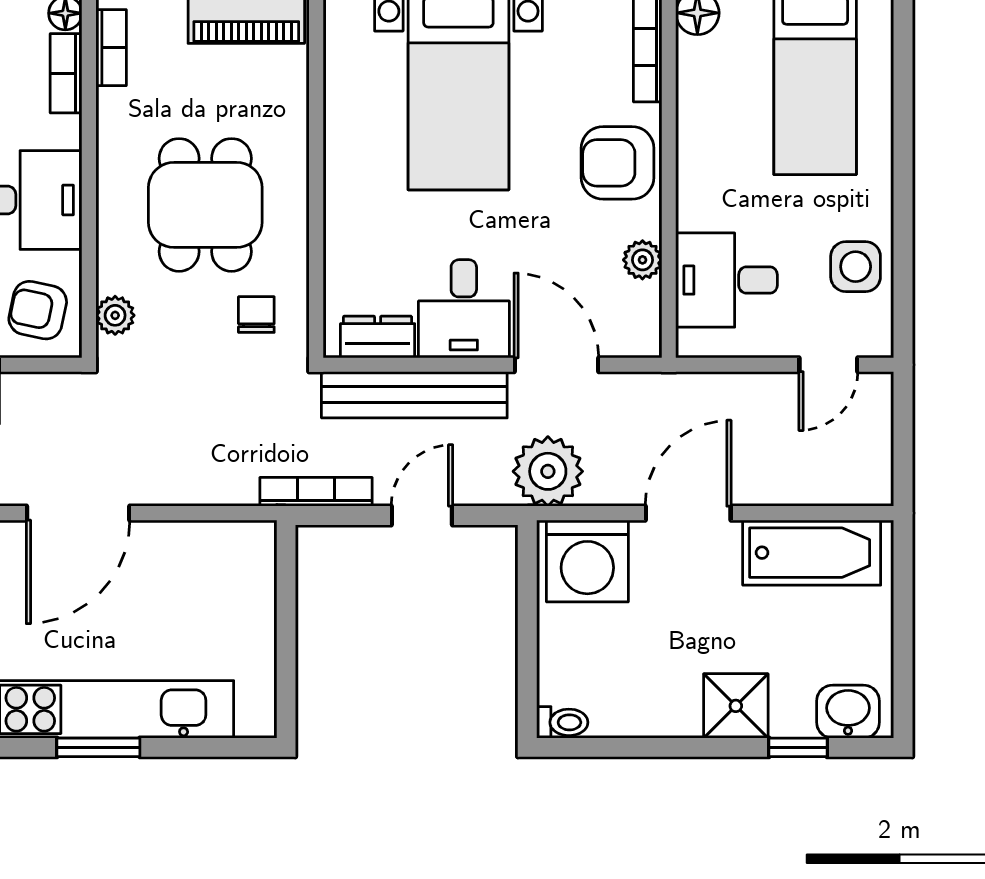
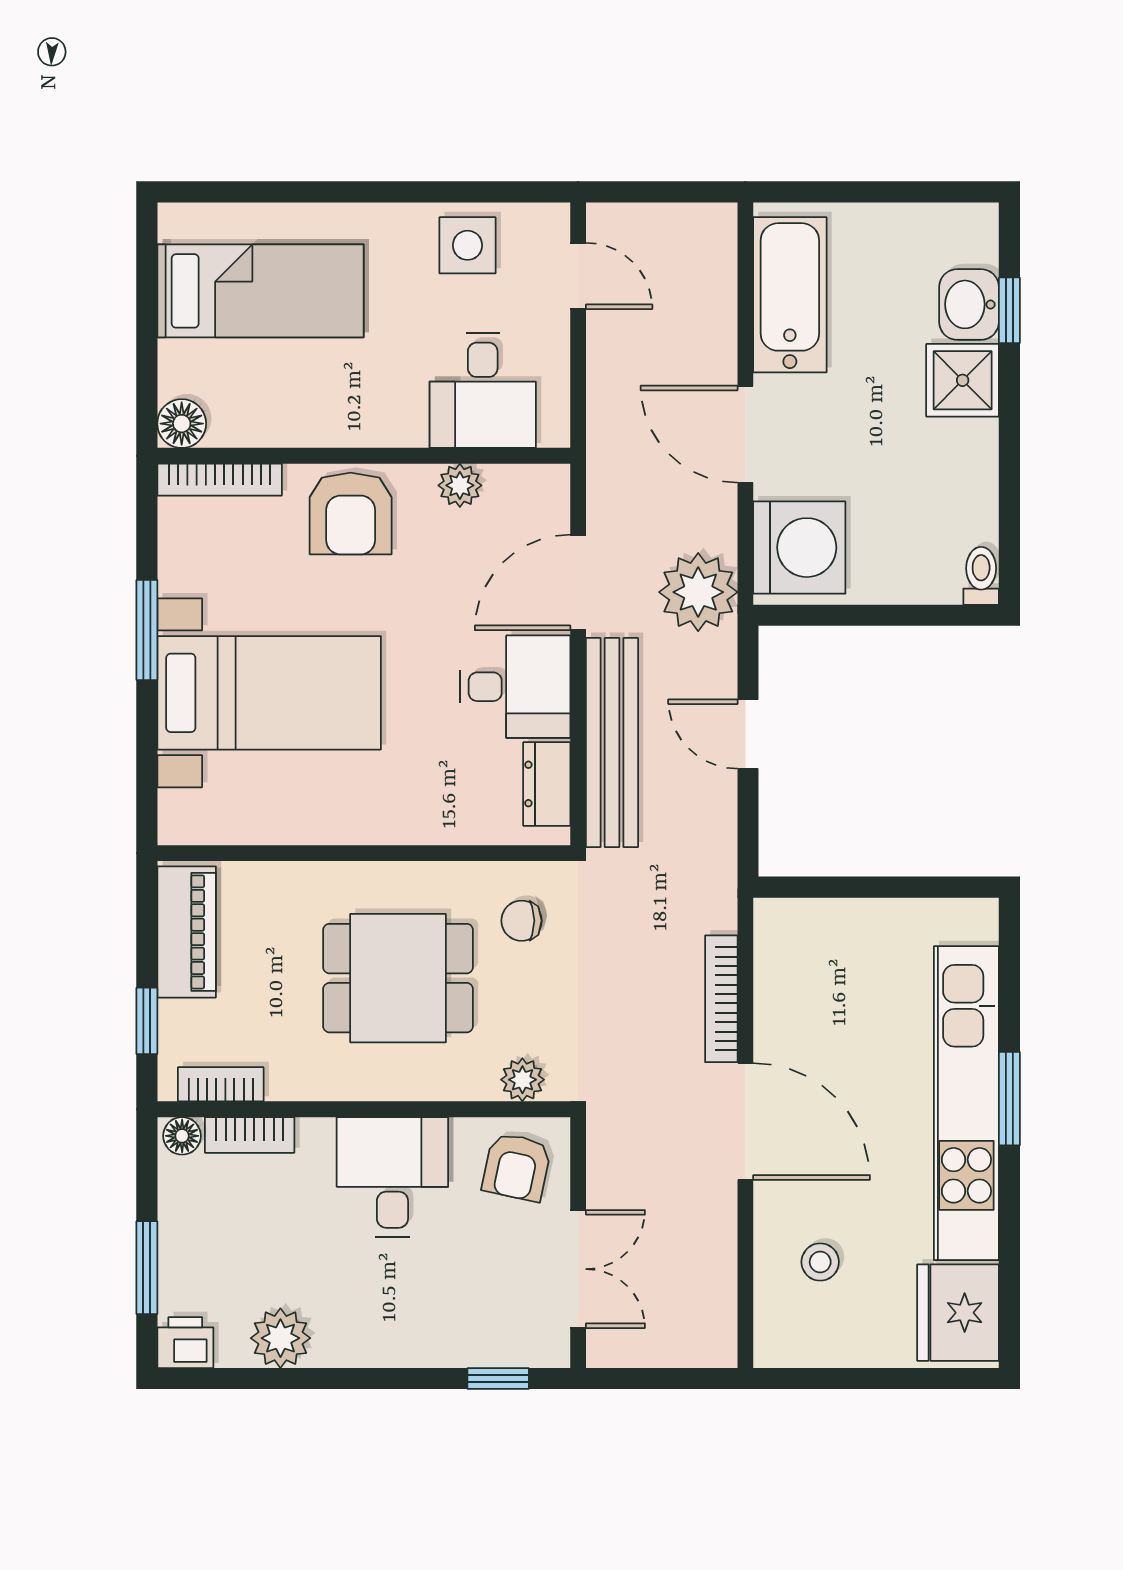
bookcase: (316, 492) -> (721, 999), moved
washbasin: (848, 712) -> (969, 304), moved

